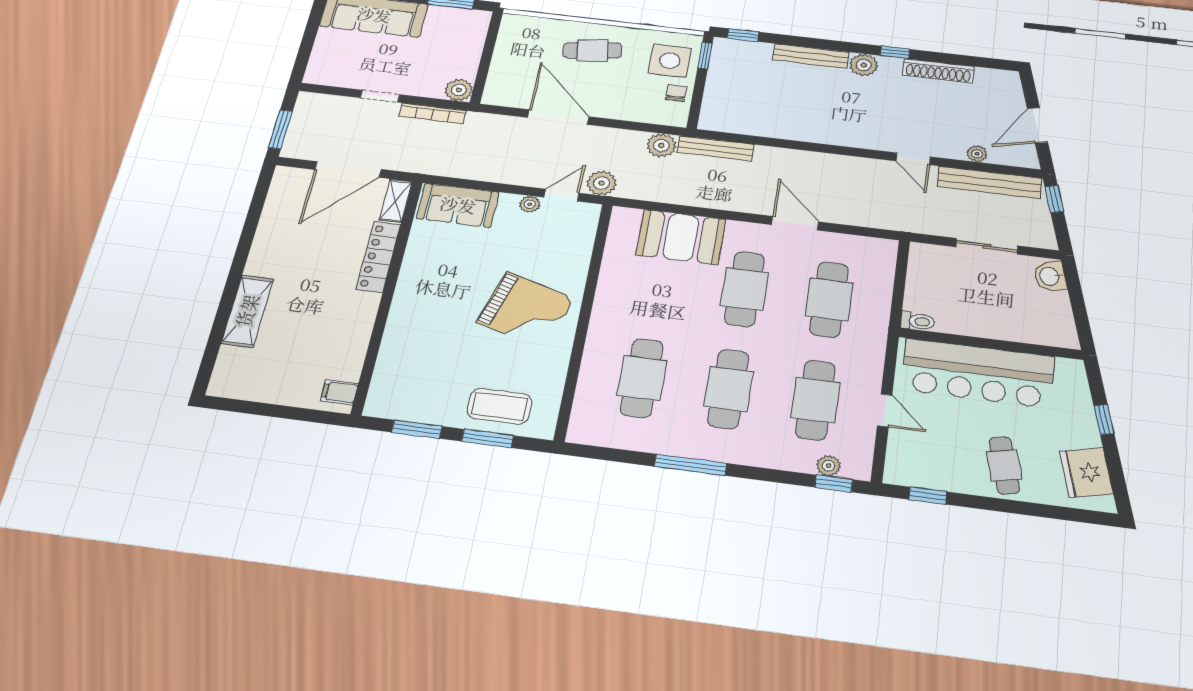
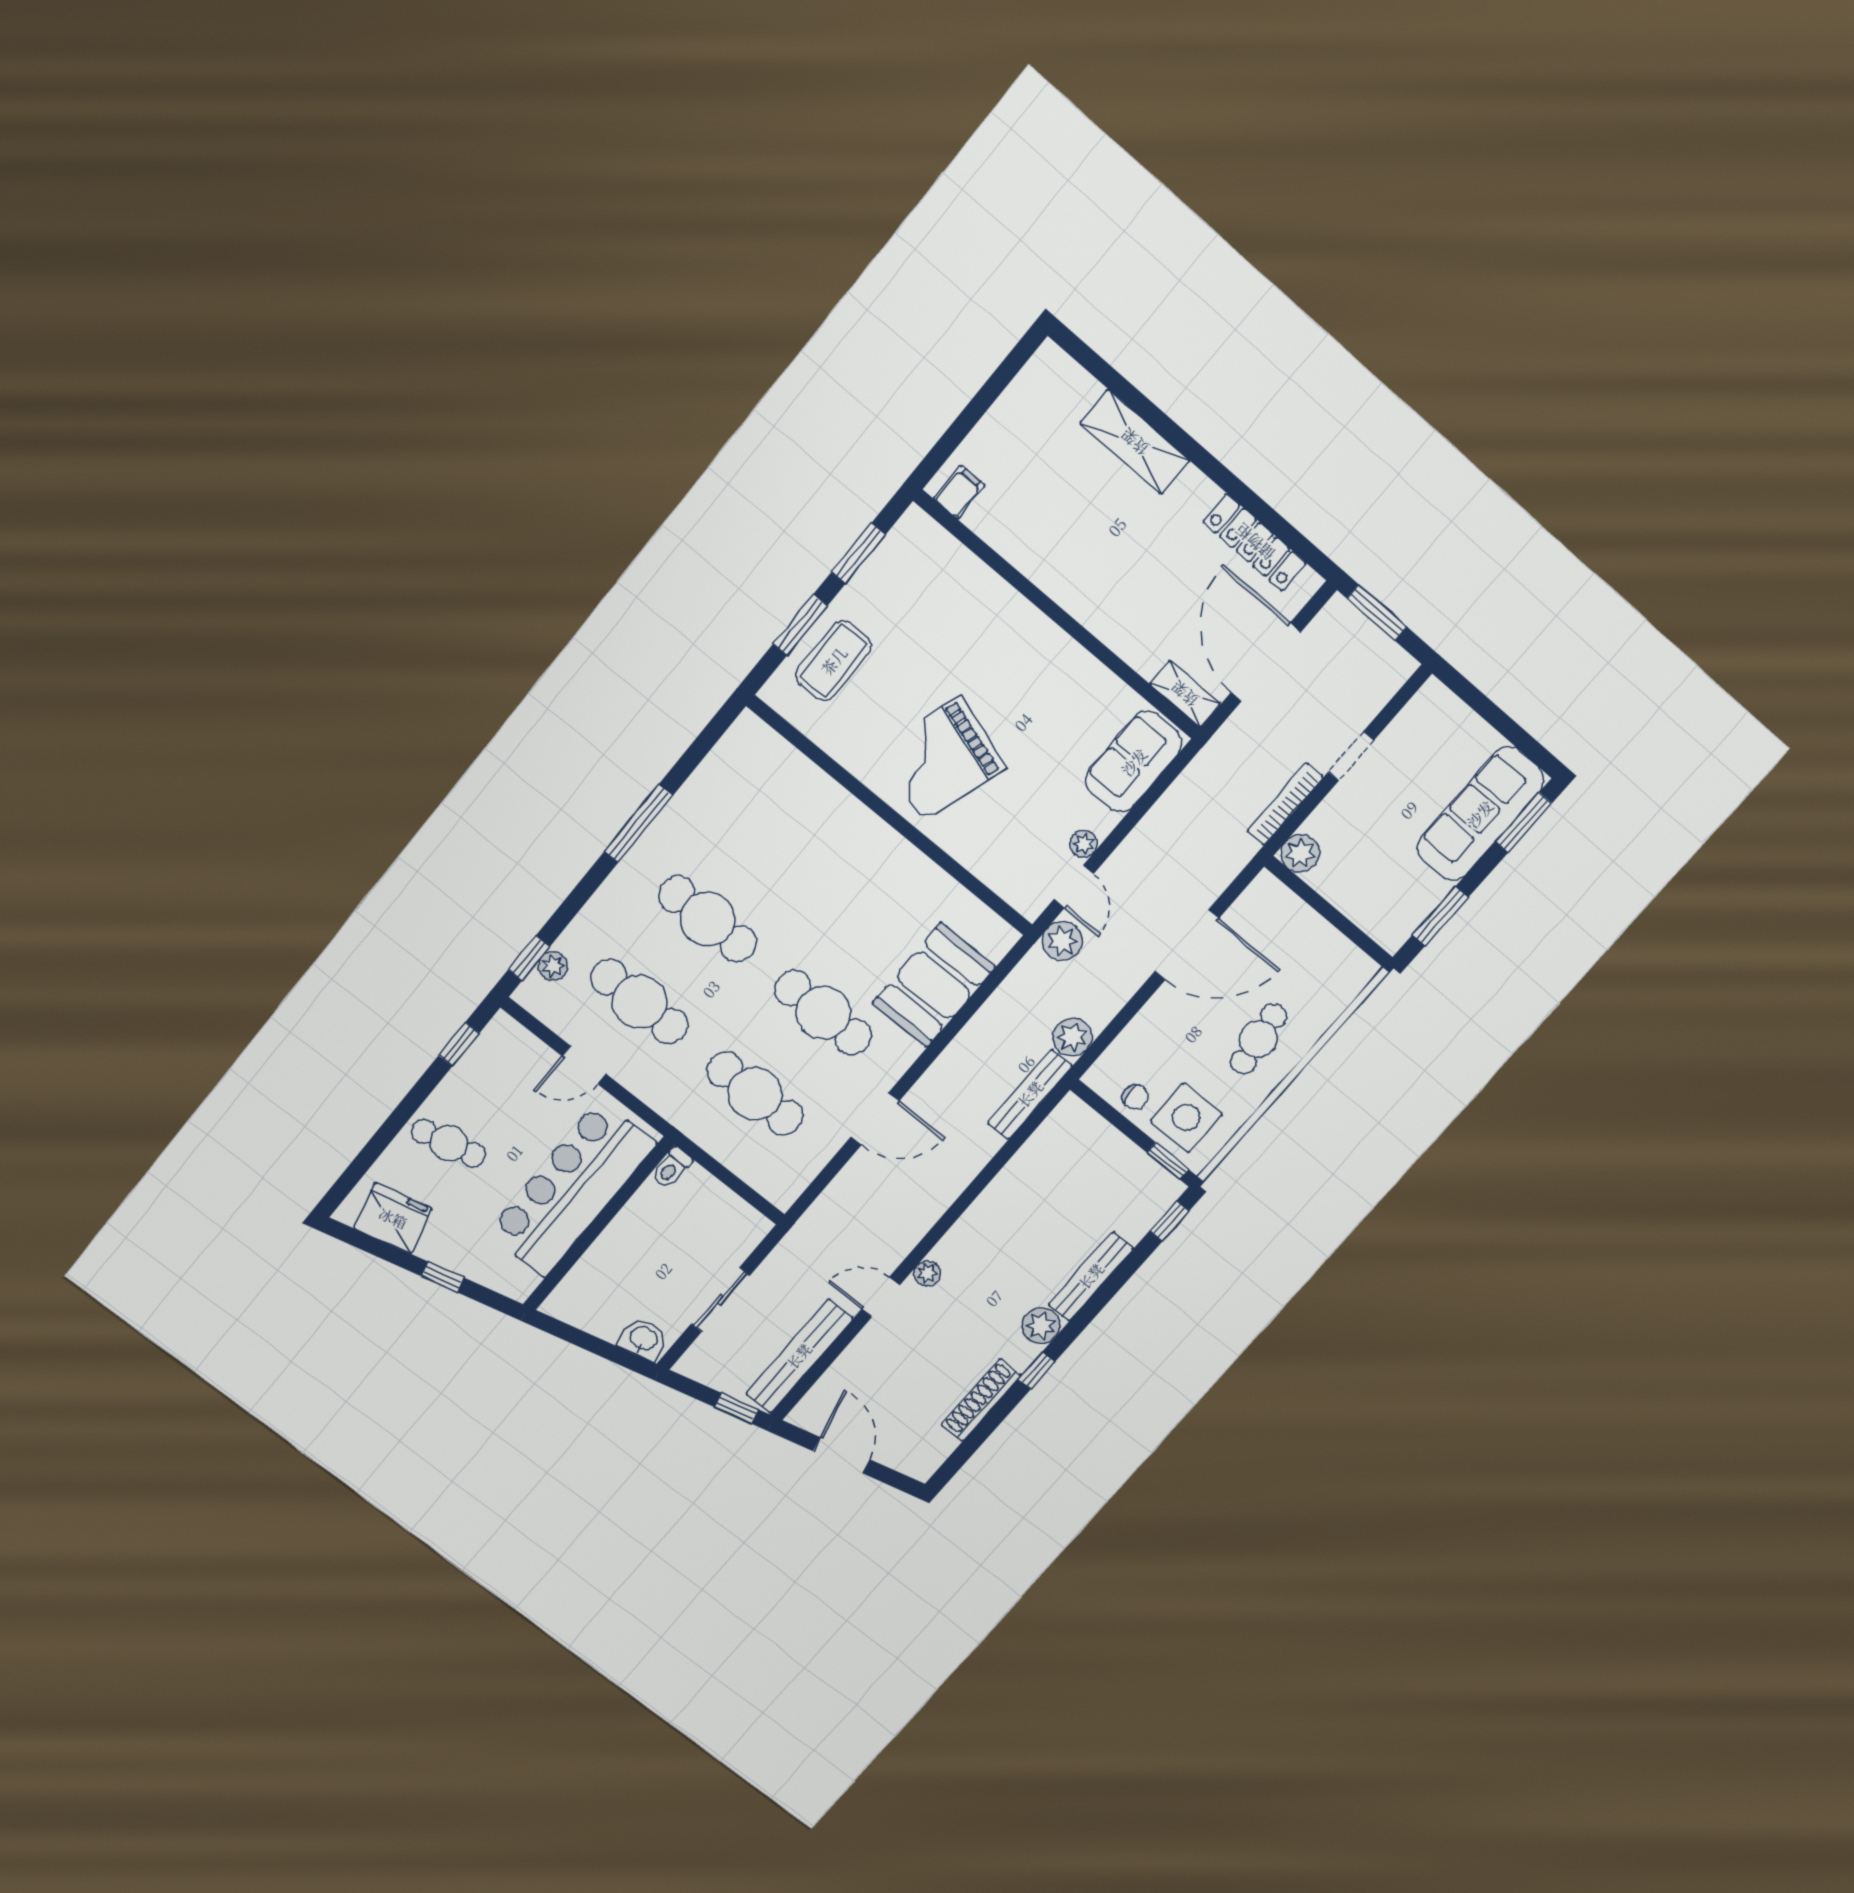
plant: (977, 154) -> (927, 1273), moved
locker: (378, 257) -> (1255, 542), moved, turned 180
cafe table: (642, 378) -> (777, 835), removed

